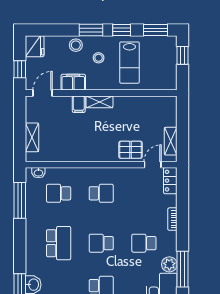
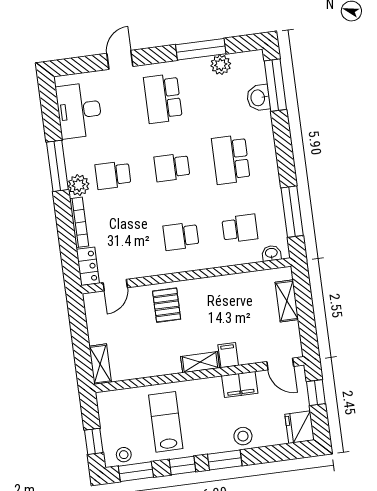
stool: (99, 58) -> (124, 455), moved
door: (43, 93) -> (280, 364), hinge flipped
shelving: (171, 141) -> (100, 364), moved
pallet: (131, 150) -> (167, 305), moved, turned 90
bookcase: (172, 219) -> (79, 222), width x1.56
school desk: (101, 243) -> (172, 167), turned 180
school desk: (144, 243) -> (113, 175), turned 180
plant: (169, 264) -> (79, 185), moved
window: (183, 269) -> (57, 166), moved

